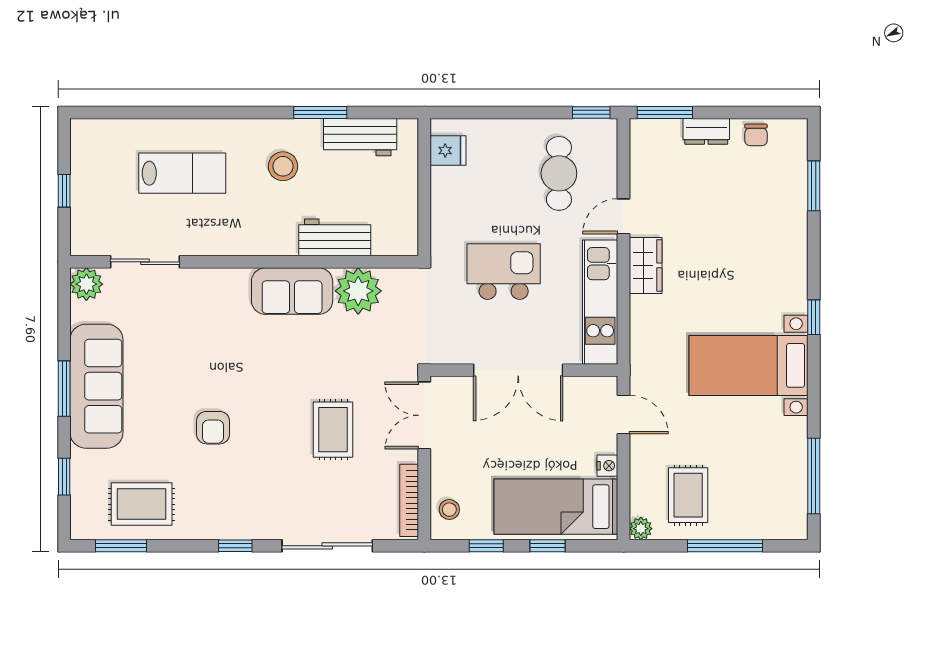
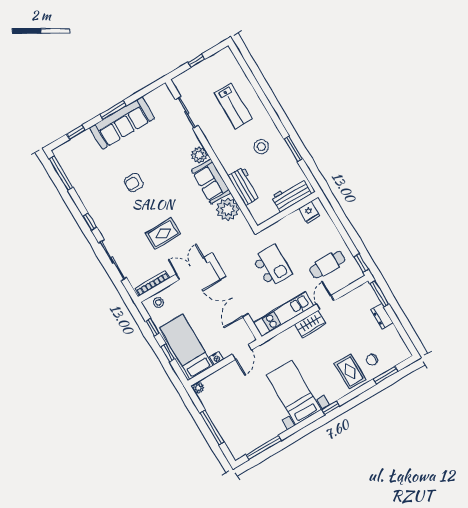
chair: (756, 135) -> (372, 360), moved
workbench: (360, 137) -> (291, 195), moved, turned 90
door: (623, 216) -> (325, 302), hinge flipped
plant: (86, 284) -> (199, 155), moved
rug: (688, 495) -> (350, 371), moved, turned 90
rug: (142, 504) -> (84, 172), removed
window: (121, 546) -> (61, 173), width x1.44

